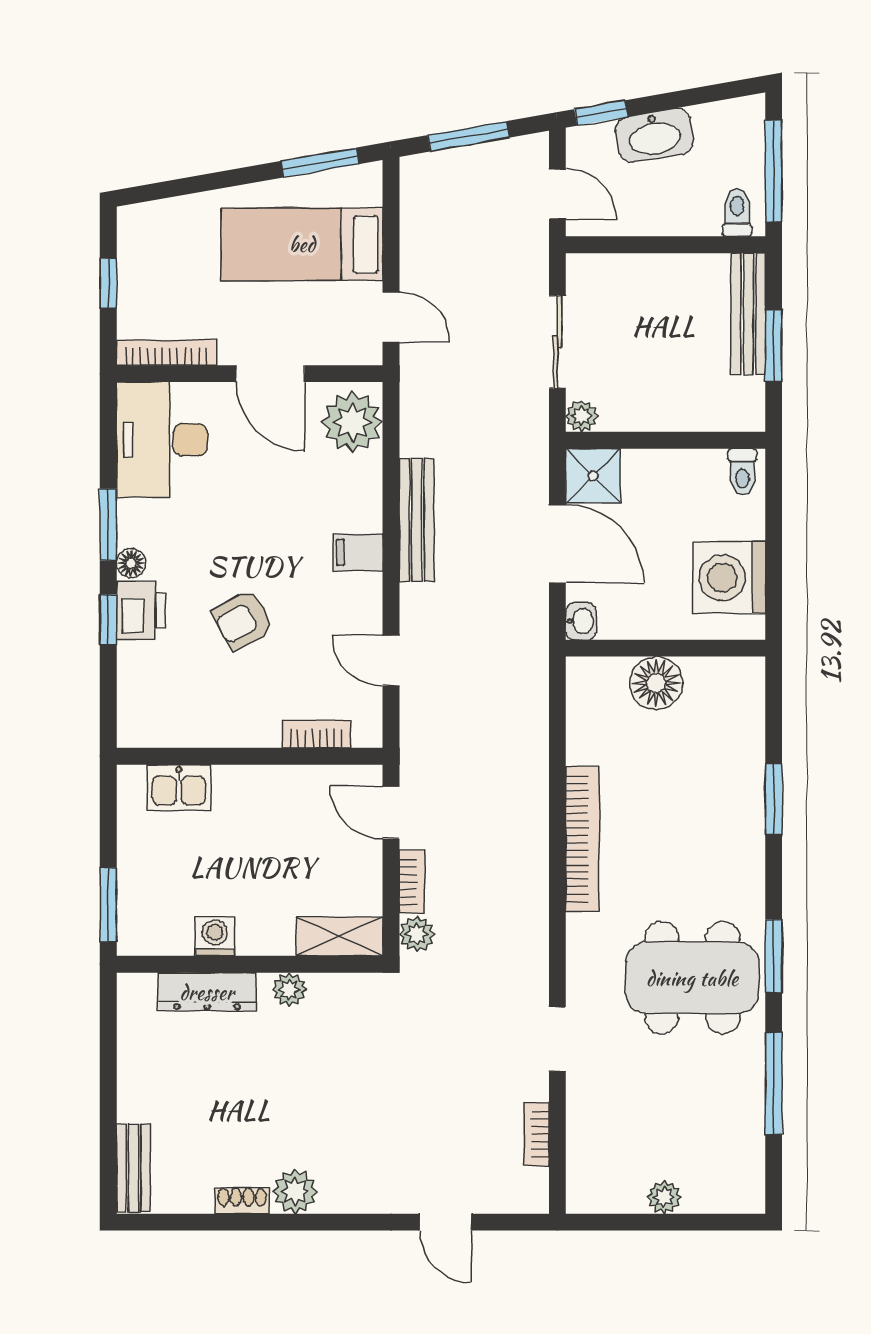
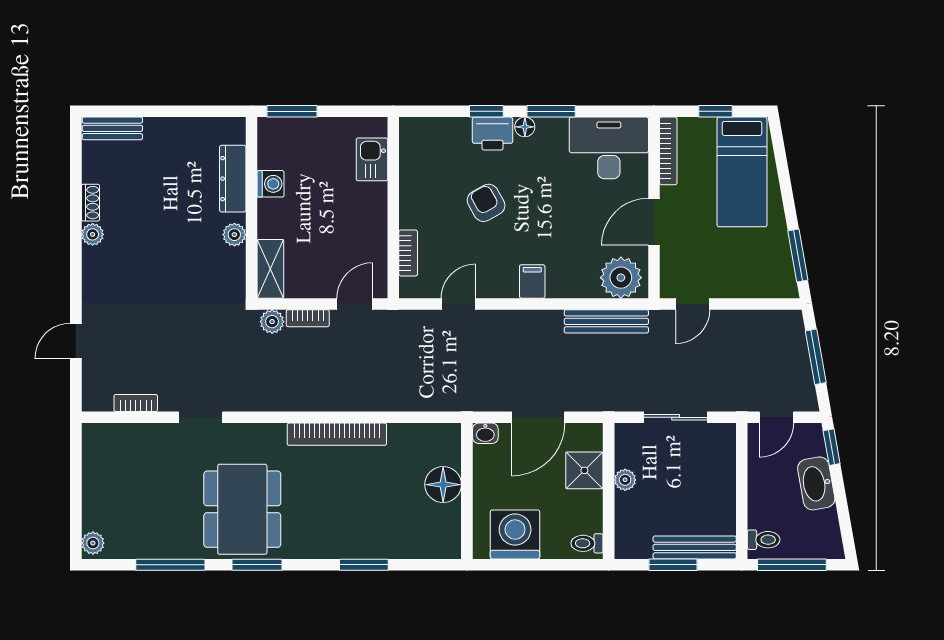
bed: (302, 244) -> (742, 172), moved, turned 180
plant: (582, 416) -> (625, 480), moved
shower: (593, 476) -> (584, 470), moved
bench: (417, 520) -> (606, 321), moved
plant: (295, 1191) -> (93, 234), width x0.73, depth x0.73
plant: (664, 1197) -> (93, 543), moved

